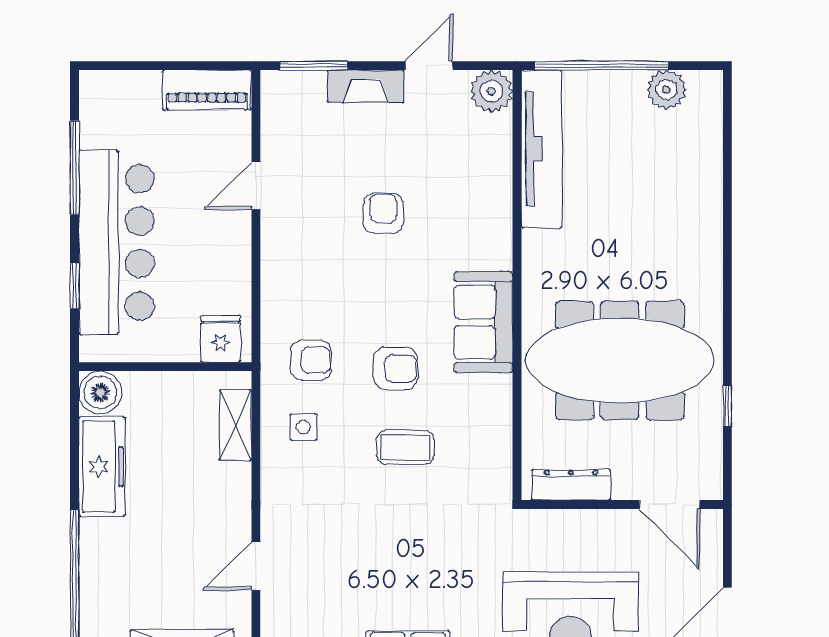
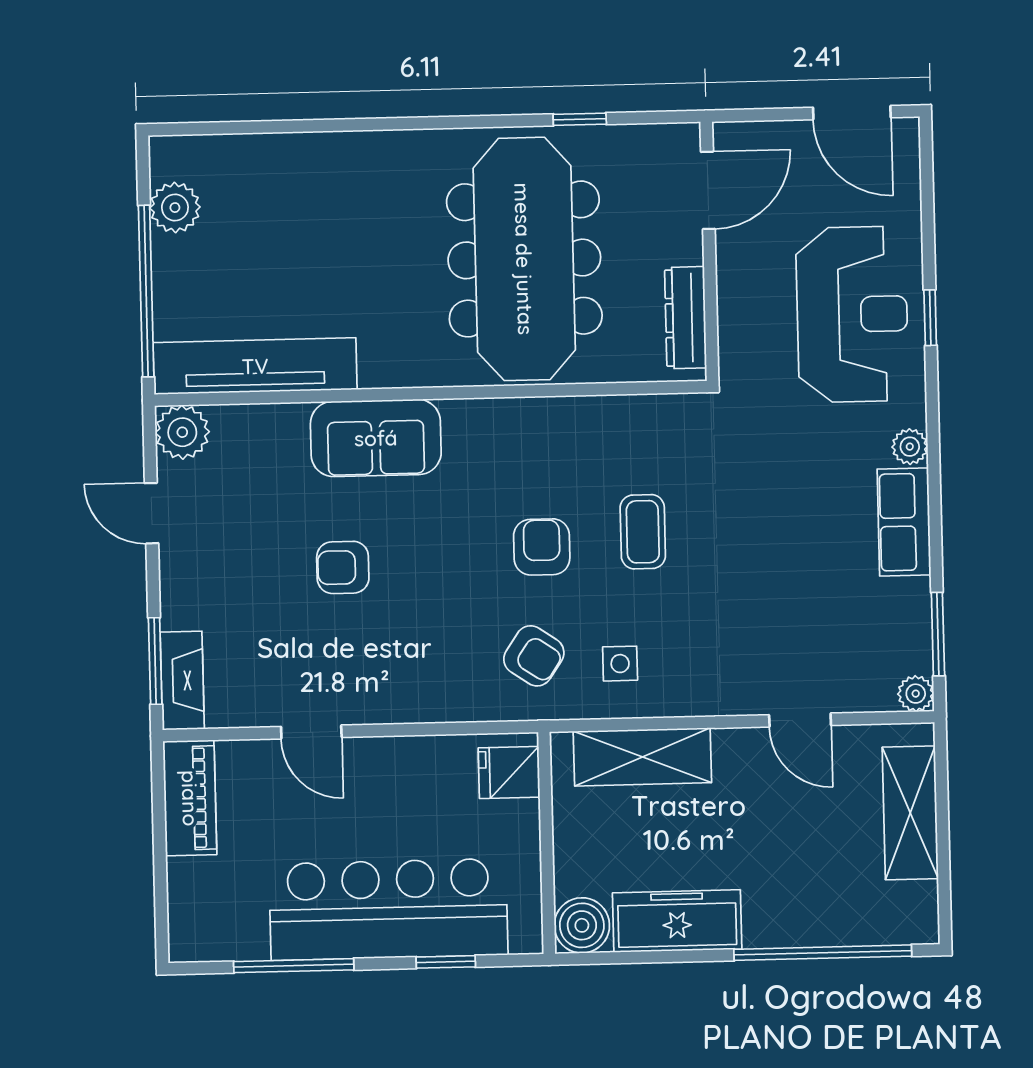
fireplace: (366, 86) -> (182, 681), moved
sofa: (483, 322) -> (376, 438), moved
armchair: (311, 360) -> (534, 656), turned 124
shelving: (236, 425) -> (642, 757), width x1.50, depth x1.33

